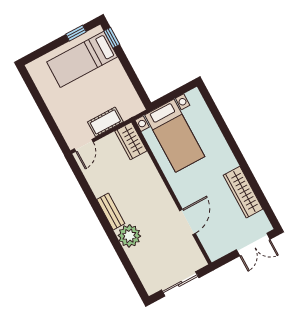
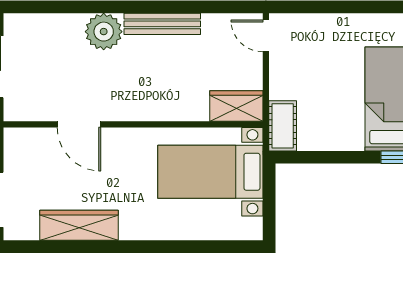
cot: (105, 122) -> (283, 126), moved
bench: (111, 211) -> (162, 24), width x1.36

